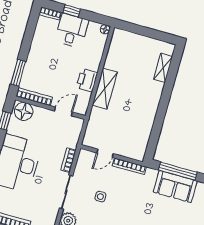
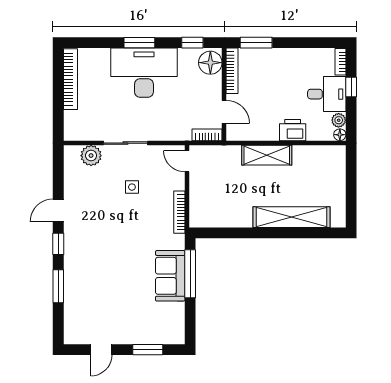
plant: (94, 27) -> (339, 120), added
shelving: (163, 68) -> (291, 217), width x2.20, depth x1.33
printer: (87, 80) -> (293, 130), moved
door: (105, 153) -> (187, 161), moved
bookcase: (68, 160) -> (207, 135), moved

